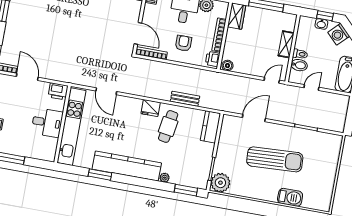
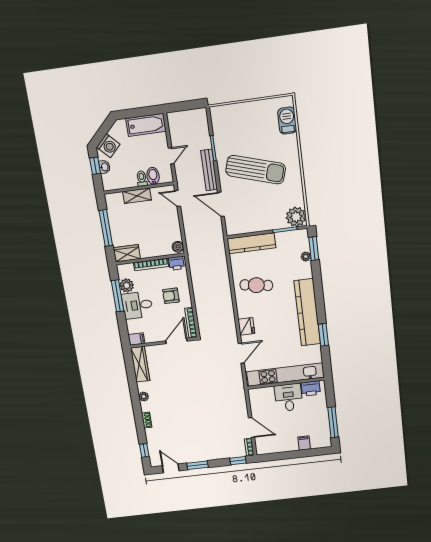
door: (27, 77) -> (251, 427), swing flipped
door: (311, 88) -> (171, 156), swing flipped
printer: (58, 91) -> (311, 389), moved, turned 90
bench: (185, 99) -> (209, 170), moved, width x1.36
fridge: (151, 108) -> (246, 326), moved
kitchen counter: (210, 127) -> (251, 243), width x1.50
sun lounger: (275, 159) -> (256, 170), turned 110
plant: (165, 178) -> (306, 257), moved
barbecue: (290, 197) -> (287, 121), moved

